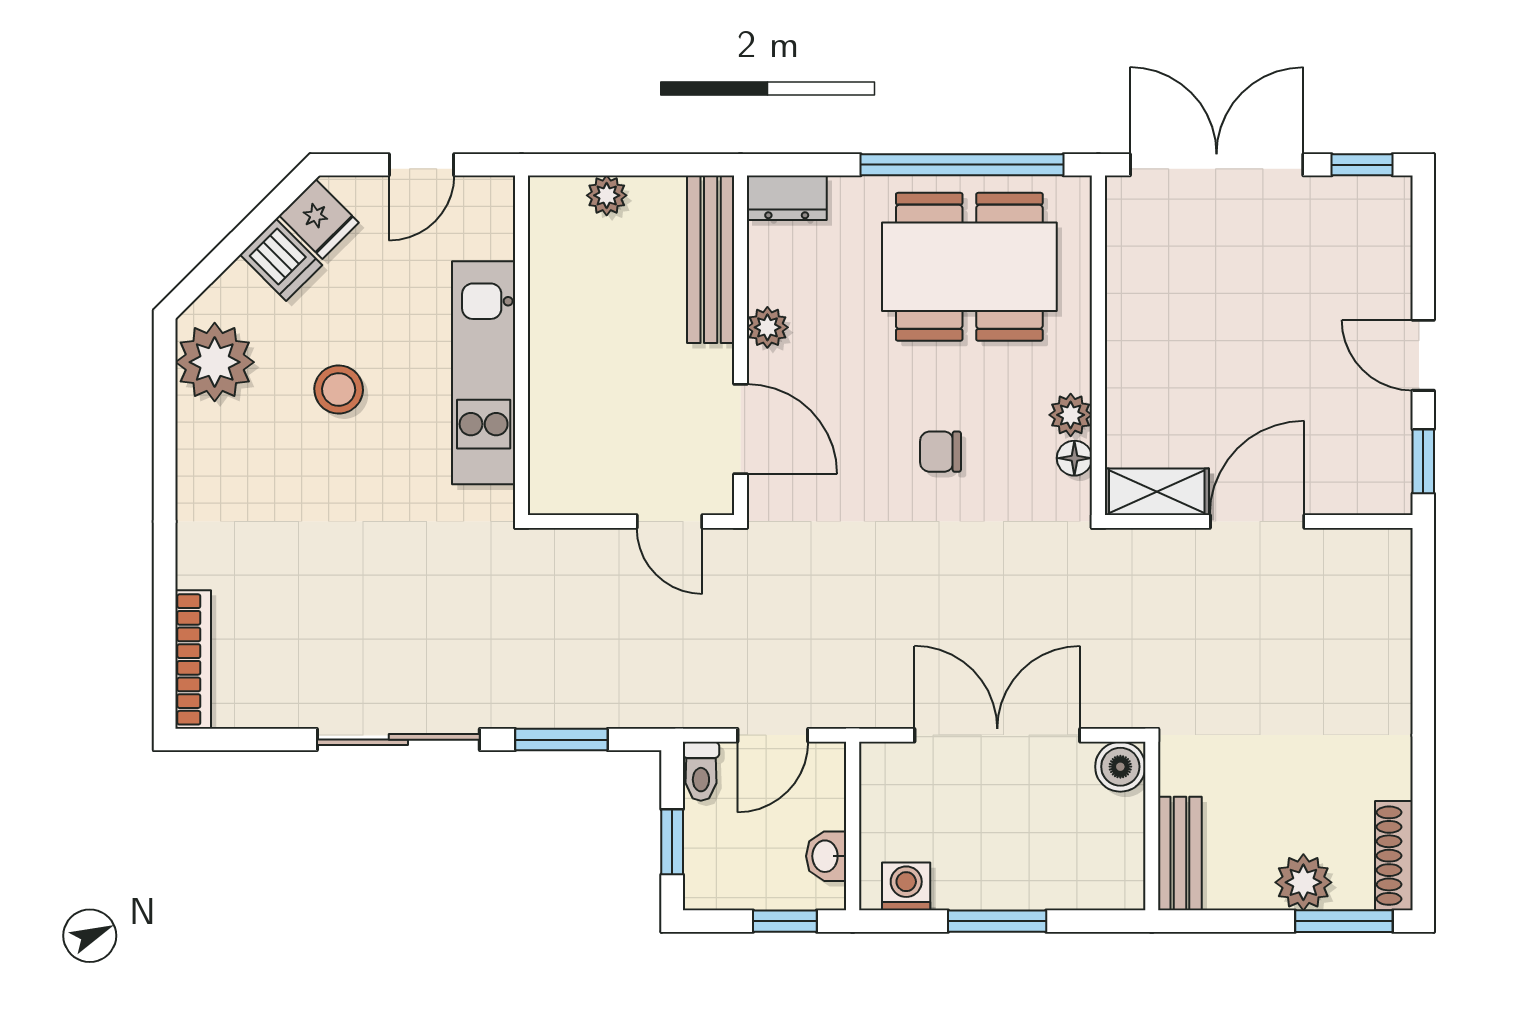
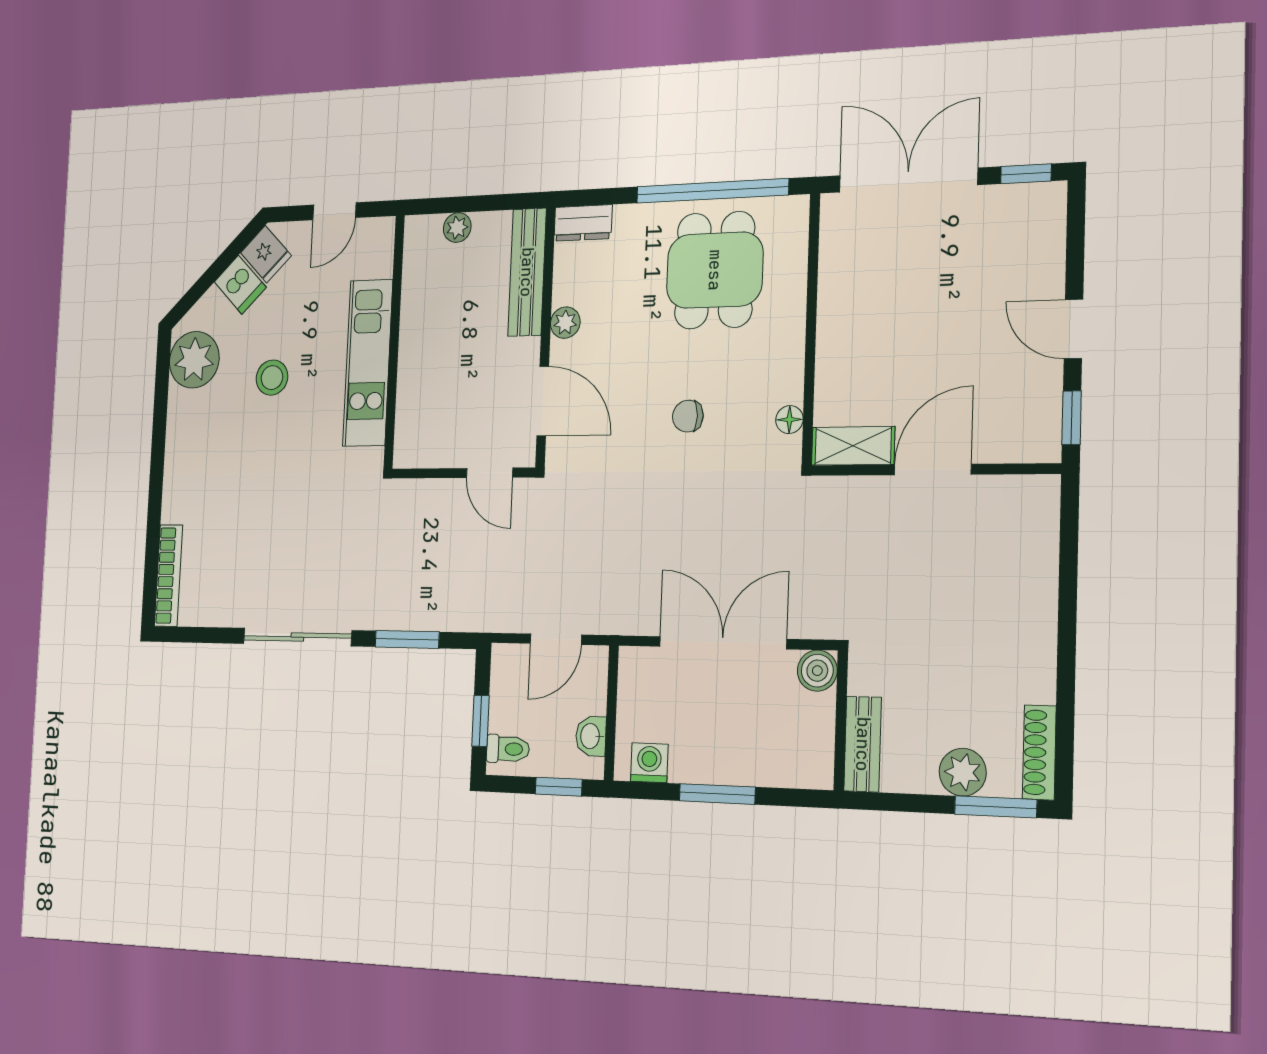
dining table: (969, 267) -> (715, 270), width x0.73
plant: (1071, 415) -> (788, 385), removed
toilet: (701, 771) -> (508, 749), moved, turned -90

